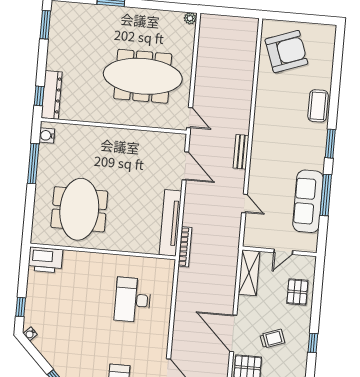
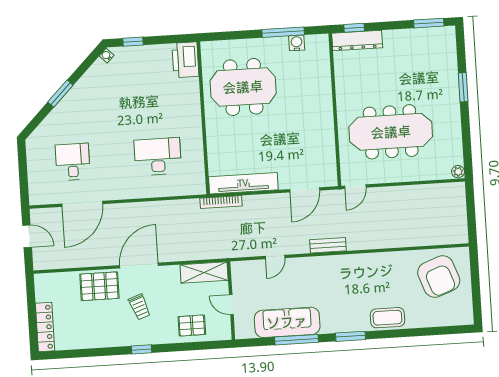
meeting table: (143, 76) -> (391, 132), turned 90
water cooler: (47, 135) -> (297, 43), moved

